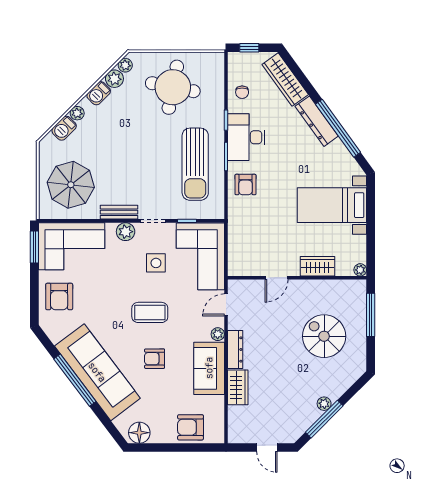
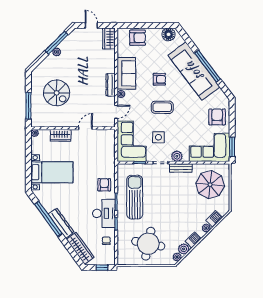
wardrobe: (238, 387) -> (109, 39), moved

